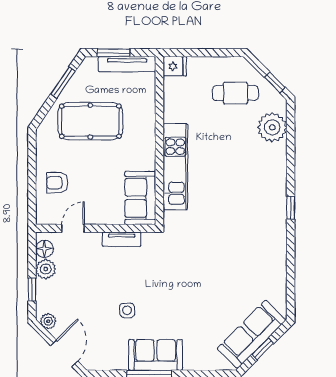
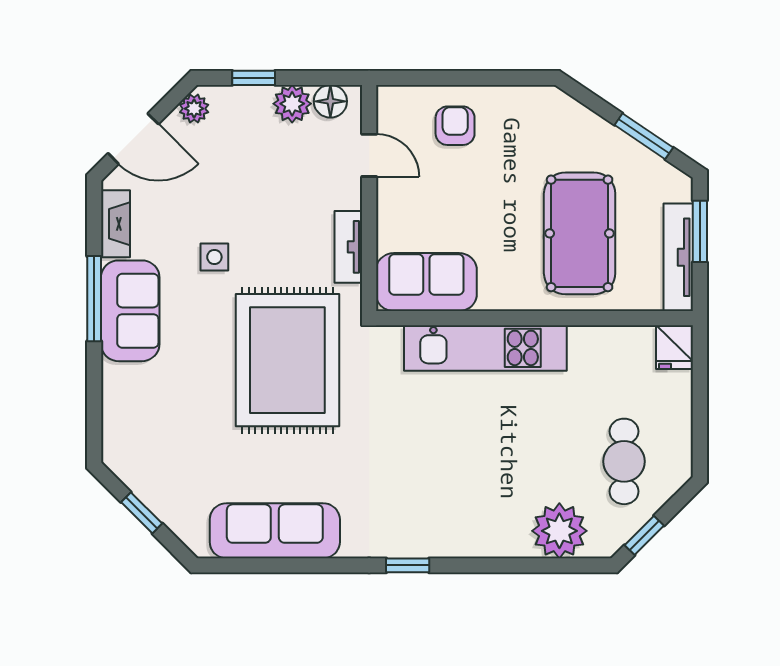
pool table: (90, 121) -> (580, 233), moved
rug: (182, 272) -> (287, 360), added
sofa: (252, 334) -> (275, 531), moved, turned -45
fireplace: (109, 363) -> (115, 224), added

